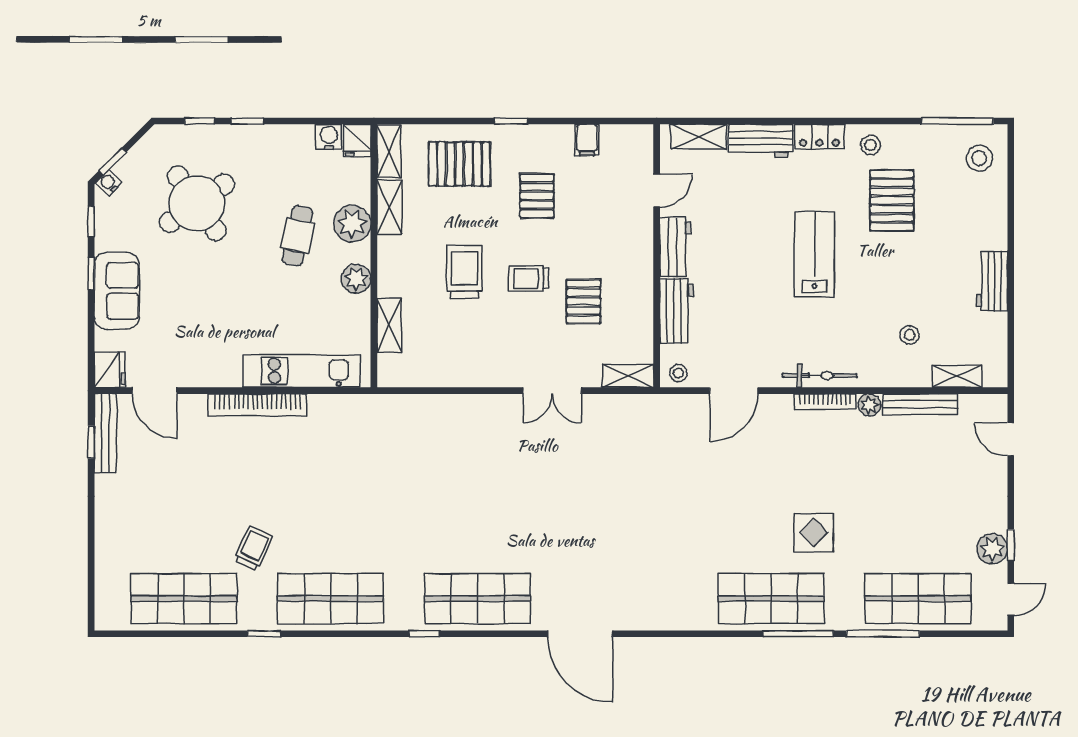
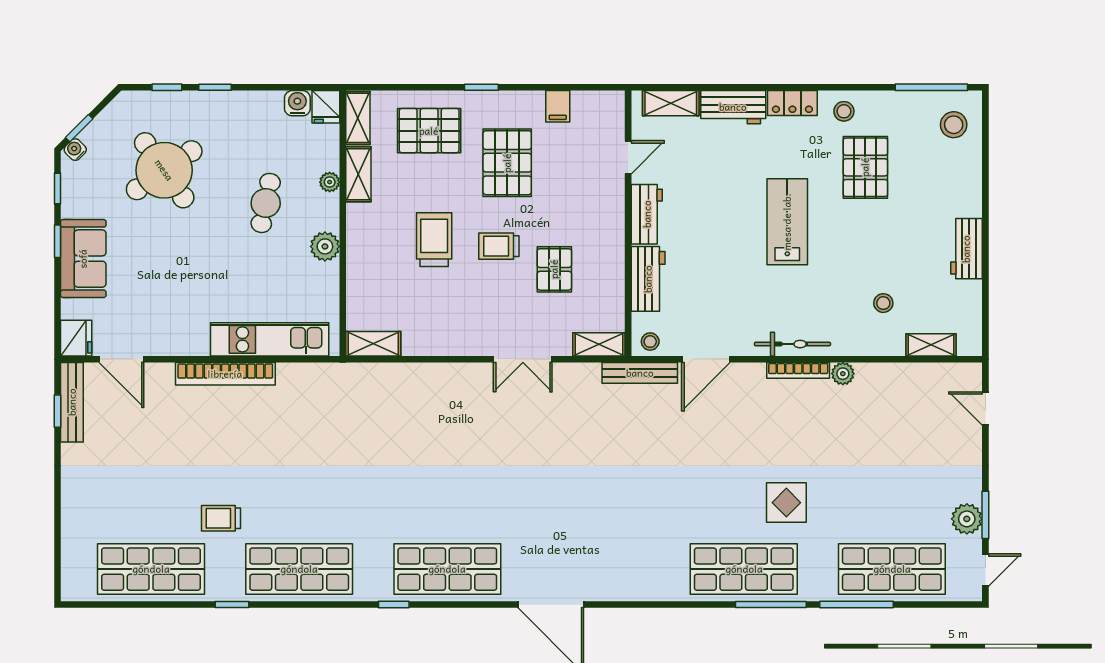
pallet: (537, 196) -> (507, 163), width x1.50, depth x1.42
plant: (352, 224) -> (330, 182), width x0.53, depth x0.53
shelving: (389, 325) -> (373, 344), moved, turned 90
bench: (920, 404) -> (640, 373), moved
window: (1011, 545) -> (985, 515), width x1.50
trolley: (253, 548) -> (221, 518), turned -115

